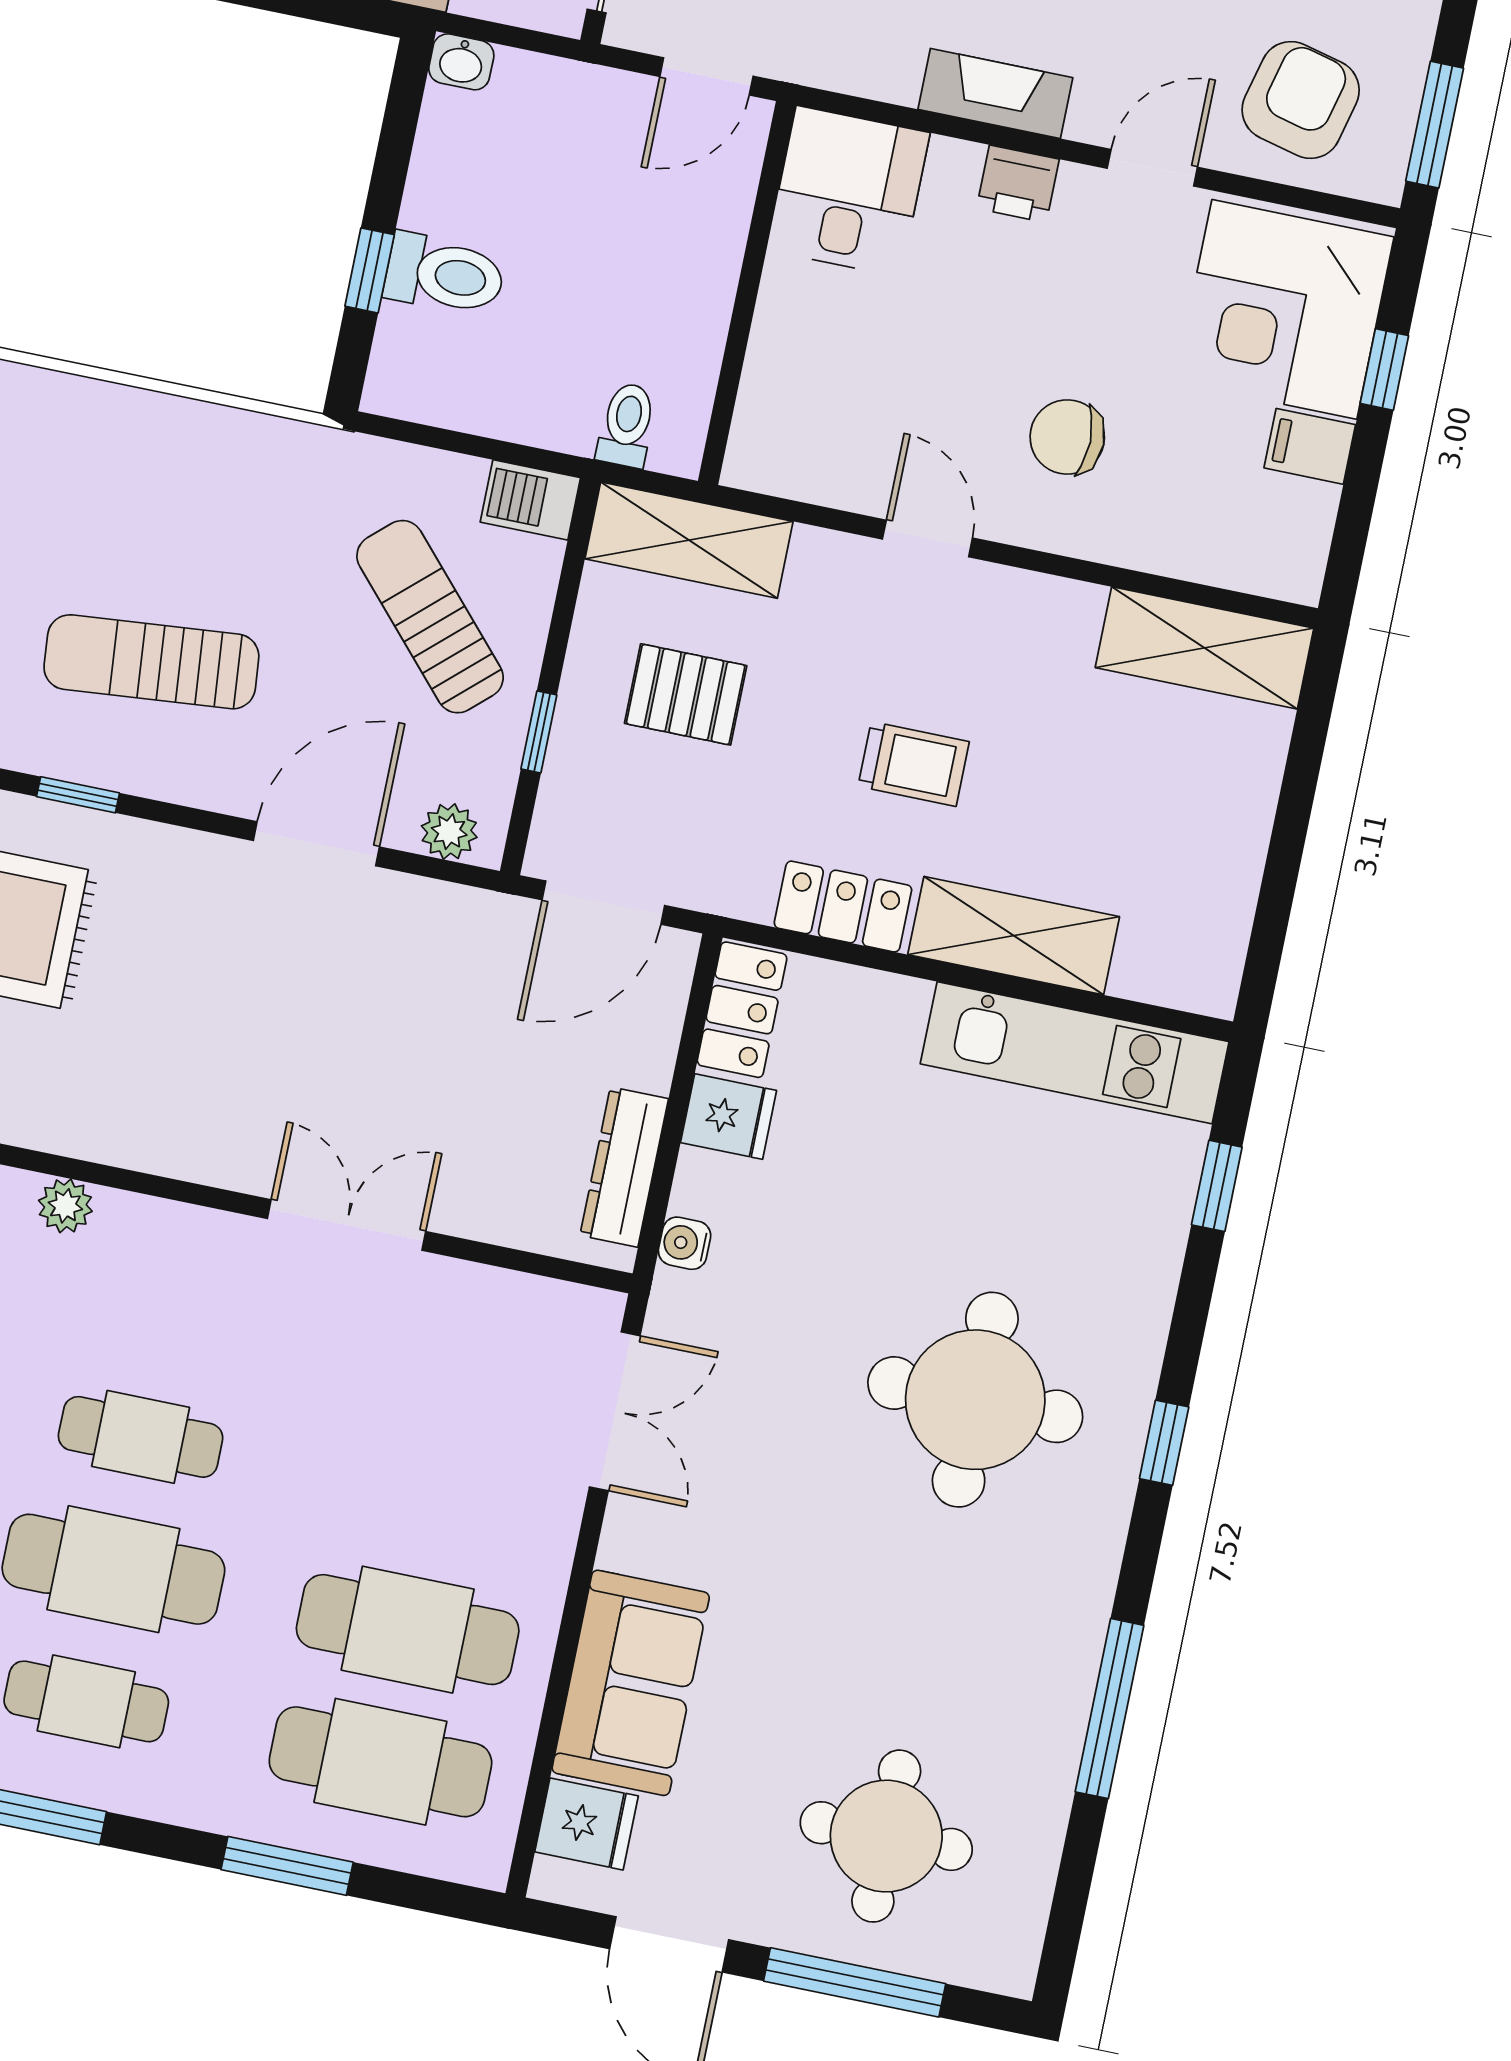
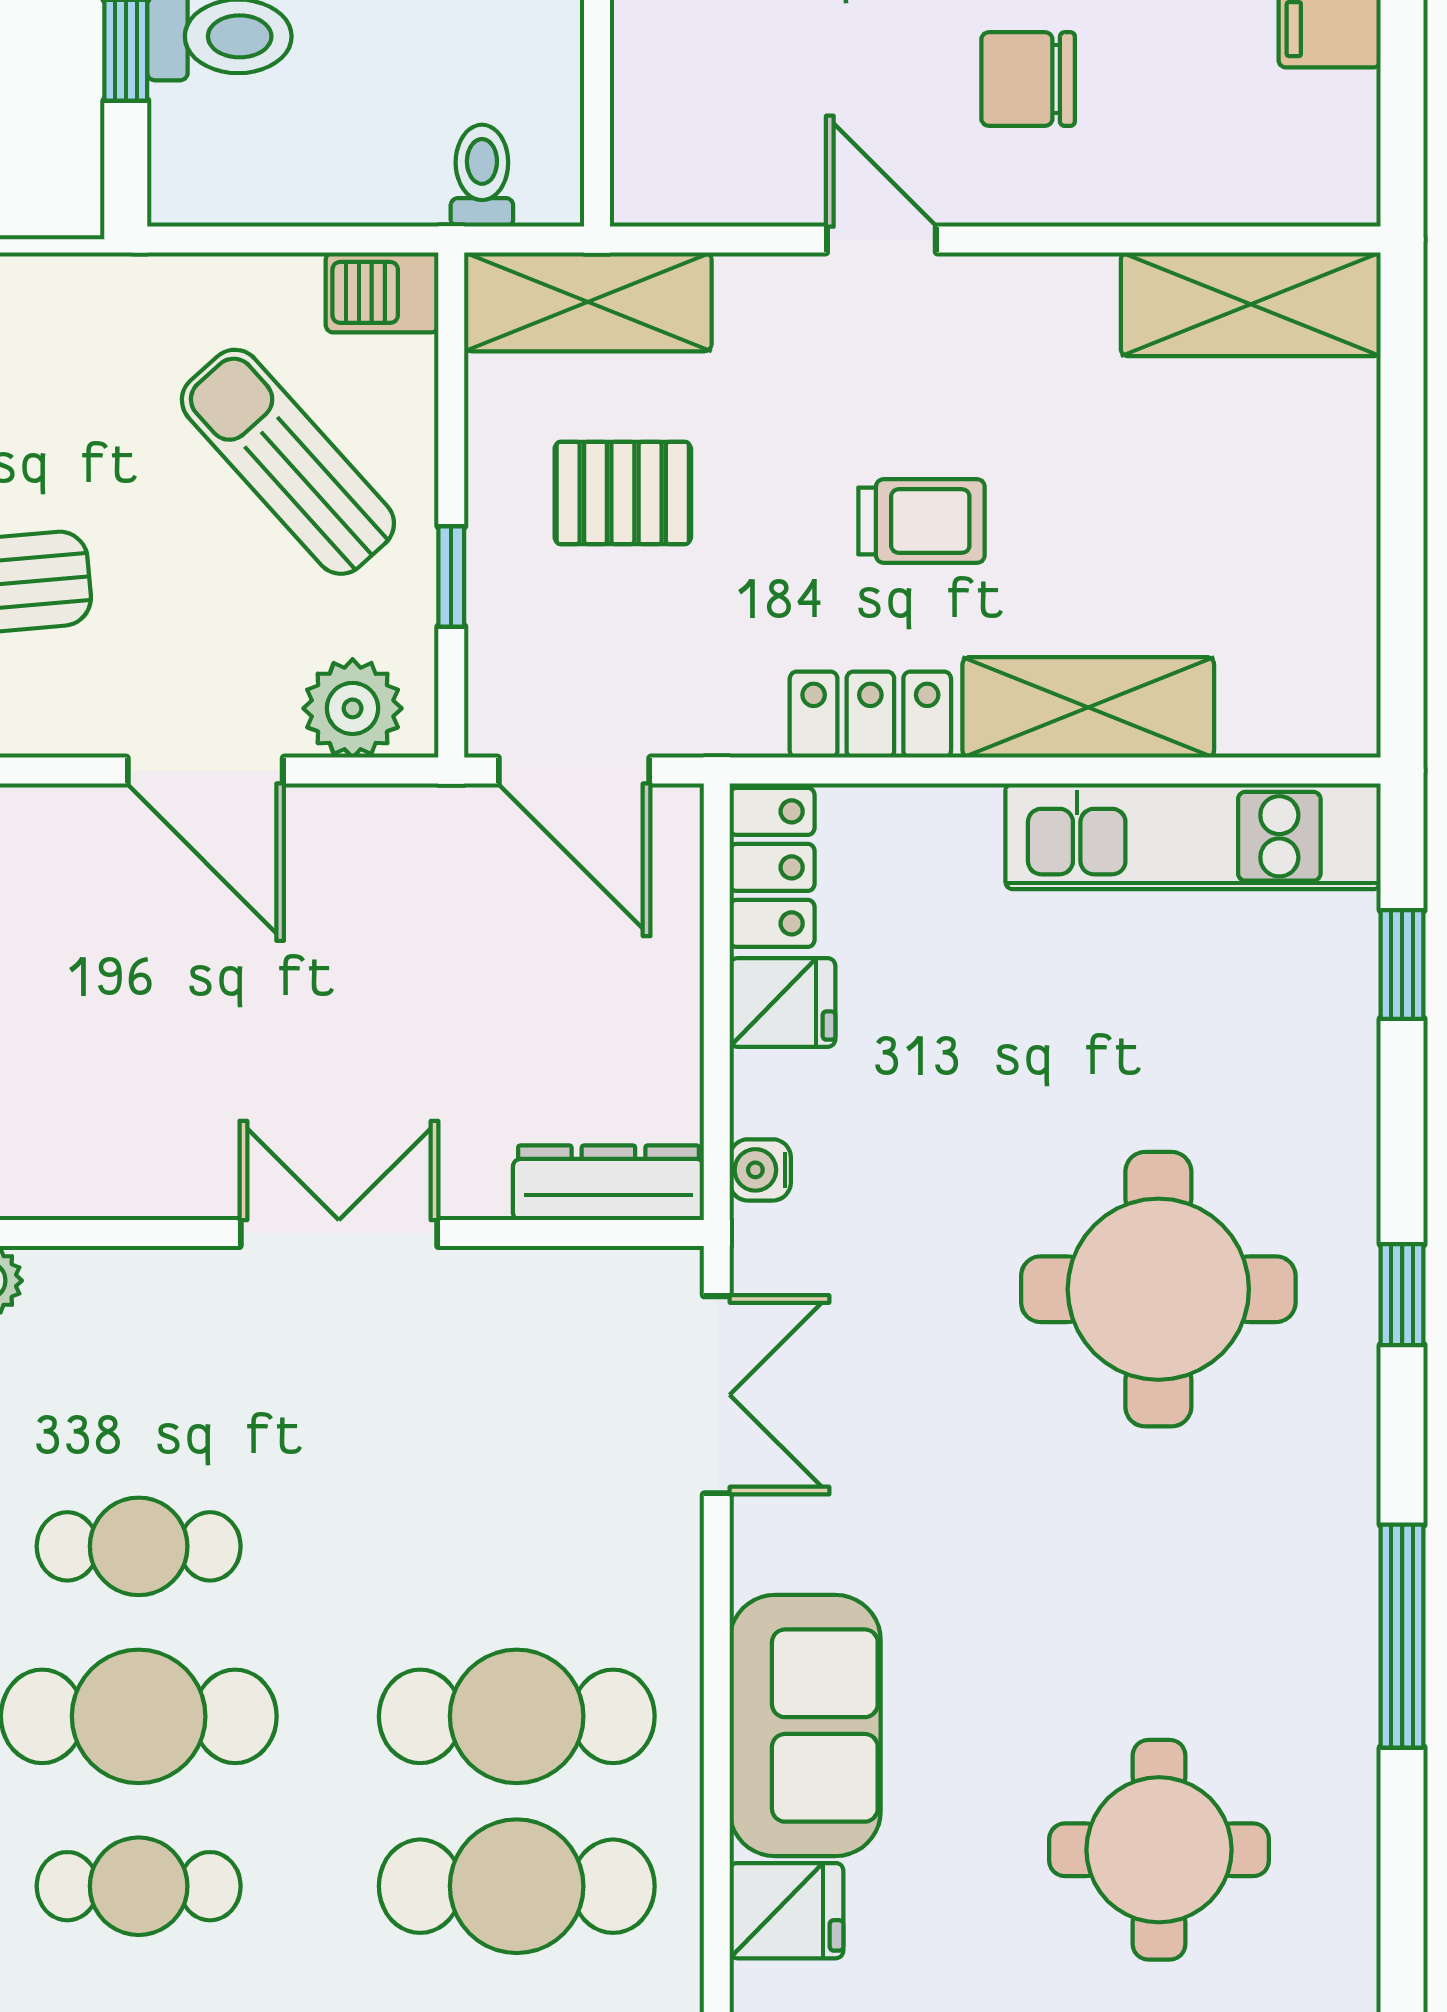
plant: (449, 832) -> (353, 708), width x1.38, depth x1.38
door: (316, 844) -> (205, 771), swing flipped
door: (603, 903) -> (574, 771), hinge flipped
dresser: (624, 1167) -> (608, 1183), moved, turned 90

